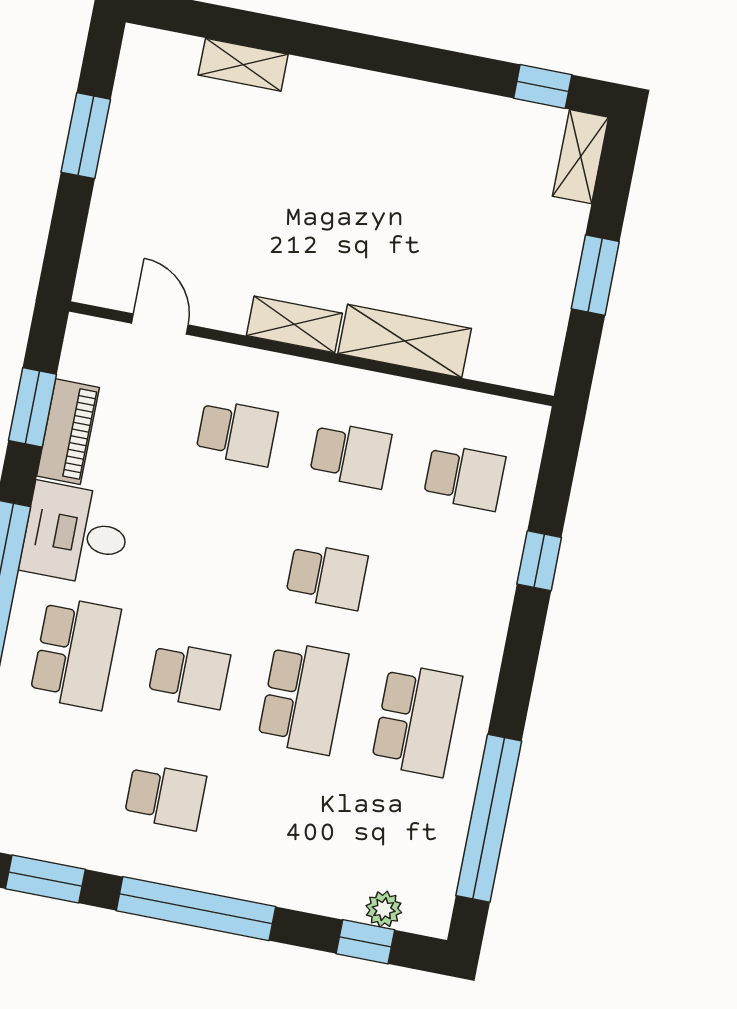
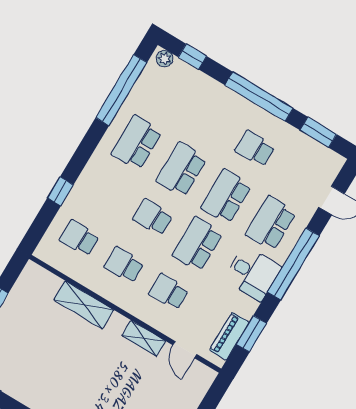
shelving: (294, 324) -> (144, 338), moved
piano: (68, 432) -> (229, 336), moved
school desk: (213, 554) -> (197, 244), added
school desk: (189, 675) -> (226, 196), width x1.85
plant: (384, 909) -> (165, 59), moved

